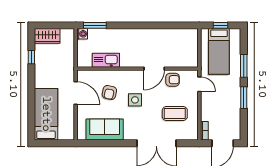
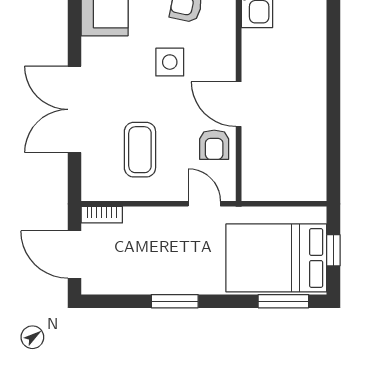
bed: (219, 51) -> (276, 258), width x1.50
window: (244, 66) -> (283, 301), moved
door: (199, 84) -> (204, 204), swing flipped

